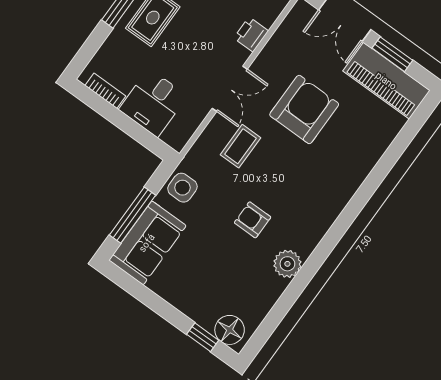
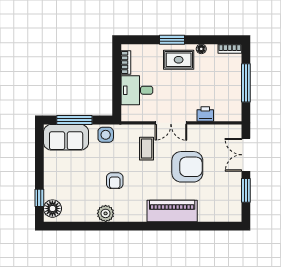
piano: (386, 81) -> (172, 211), moved, turned 90
coffee table: (240, 146) -> (147, 149), turned 90
armchair: (253, 220) -> (115, 181), turned 180

